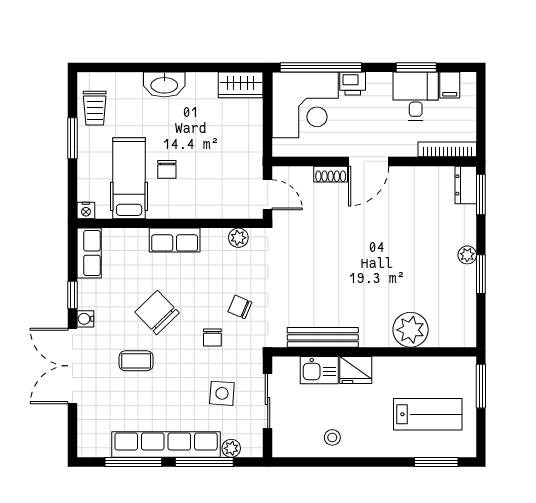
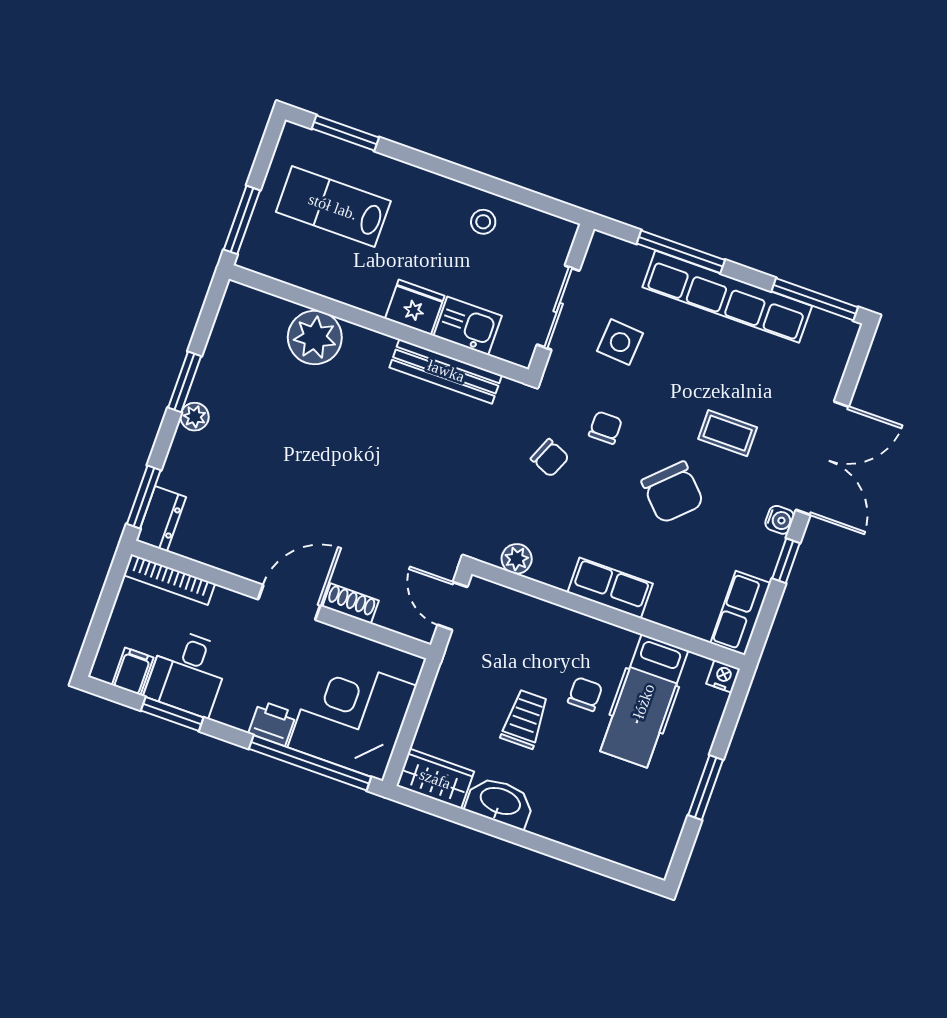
washbasin: (164, 85) -> (500, 802), moved
trolley: (95, 108) -> (525, 719), moved
plant: (231, 448) -> (635, 258), removed
window: (133, 462) -> (815, 299), moved

